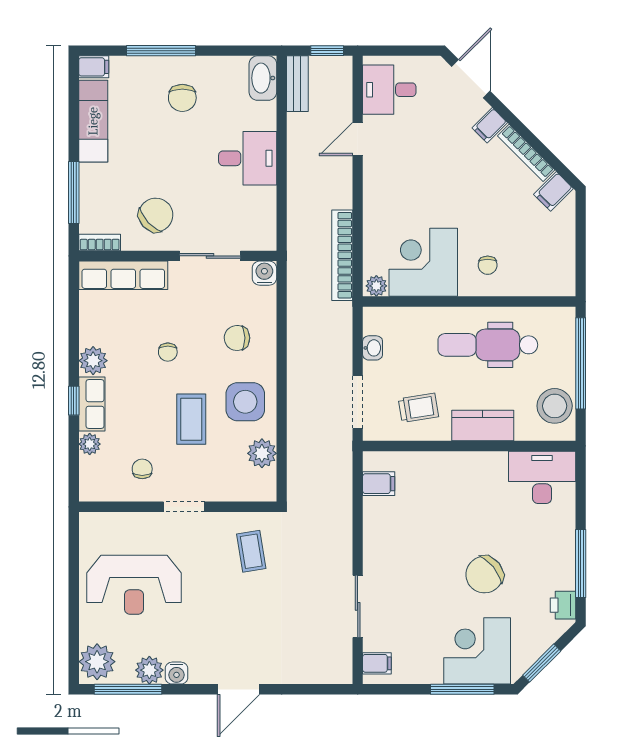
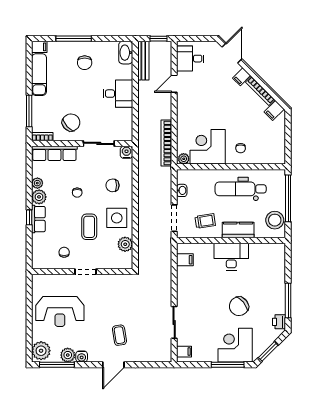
bench: (297, 84) -> (143, 61), width x1.36
plant: (90, 444) -> (37, 183), moved
desk: (542, 477) -> (231, 257), moved
coffee table: (251, 551) -> (119, 335), moved

